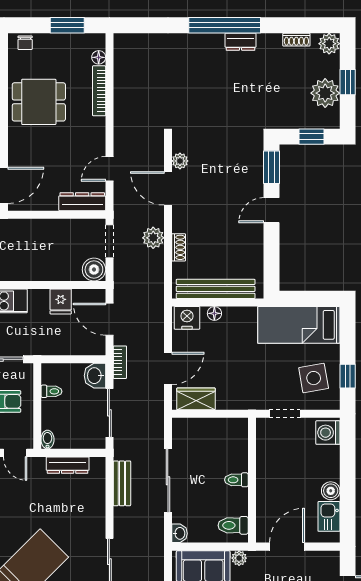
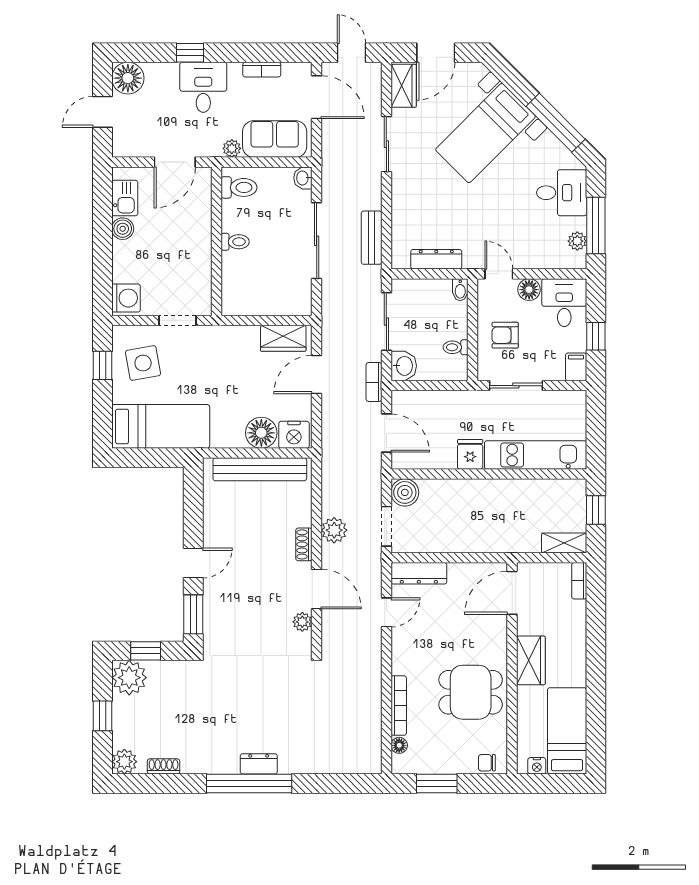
dresser: (241, 42) -> (259, 764), moved
chair: (25, 43) -> (487, 763), turned -90
plant: (325, 93) -> (129, 678), moved
shoe rack: (179, 247) -> (304, 544), moved
fridge: (61, 301) -> (470, 454), moved
floor lamp: (214, 313) -> (261, 433), width x1.89, depth x1.89

